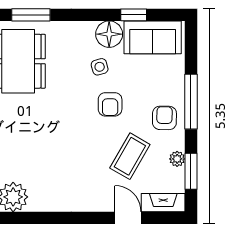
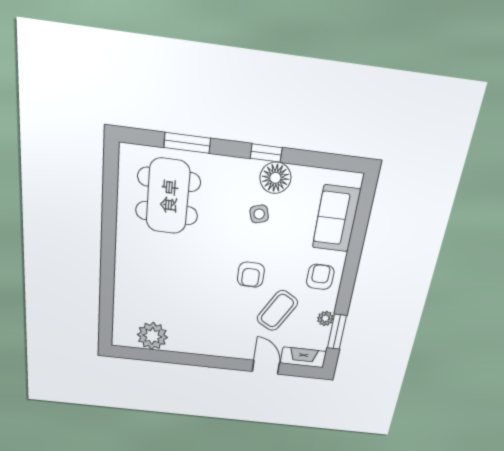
window: (134, 15) -> (266, 153), moved
sofa: (153, 37) -> (336, 219), moved, turned 90
window: (191, 102) -> (352, 263), removed
armchair: (110, 104) -> (251, 275), moved

